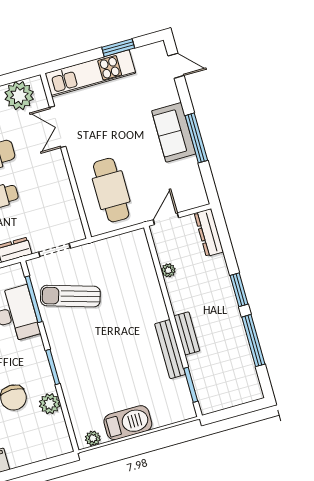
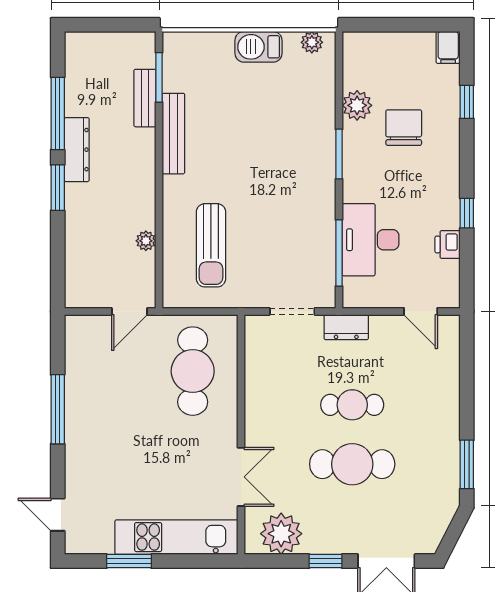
sofa: (174, 132) -> (86, 425), removed
dresser: (209, 233) -> (77, 150), moved
sun lounger: (70, 296) -> (211, 245), moved, turned 73
bench: (187, 333) -> (145, 98), moved
barbecue: (128, 423) -> (259, 47), width x0.73, depth x0.83

